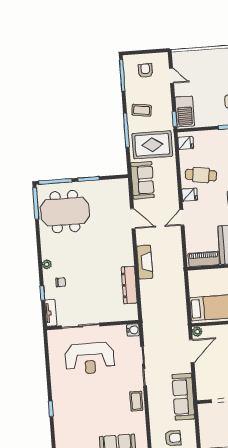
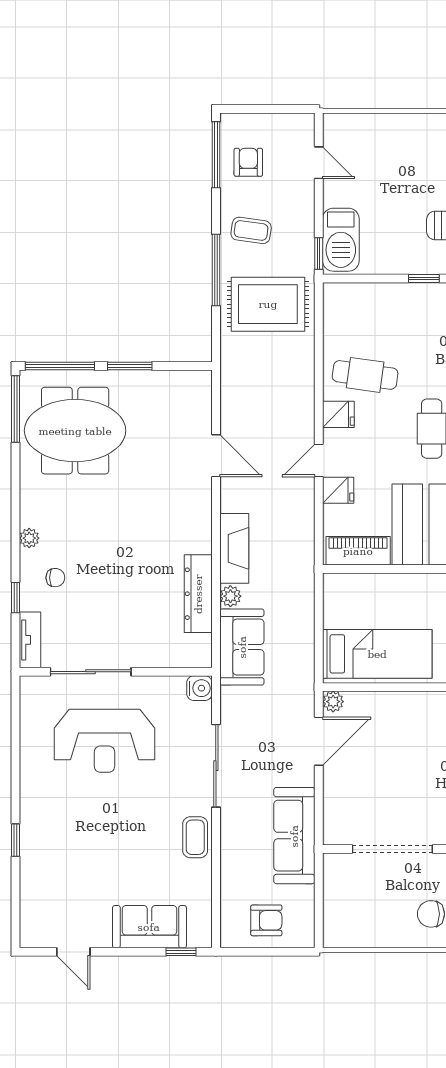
armchair: (145, 71) -> (248, 162), moved
fridge: (186, 143) -> (338, 490), moved
sofa: (142, 180) -> (242, 647), moved
plant: (145, 285) -> (230, 596), added

